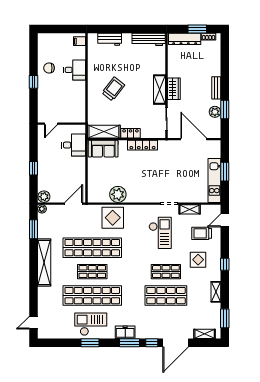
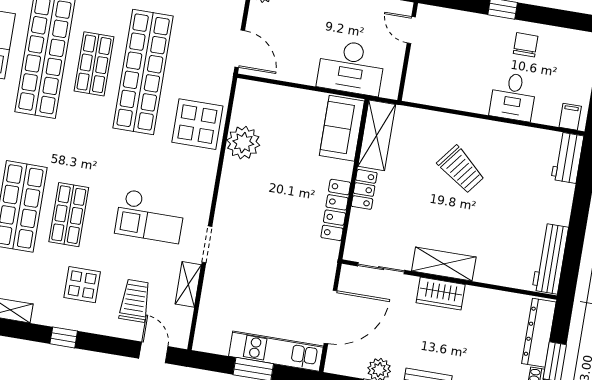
workbench: (110, 39) -> (567, 158), moved
desk: (74, 145) -> (351, 67), width x1.37
kitchen unit: (214, 180) -> (276, 351), moved

